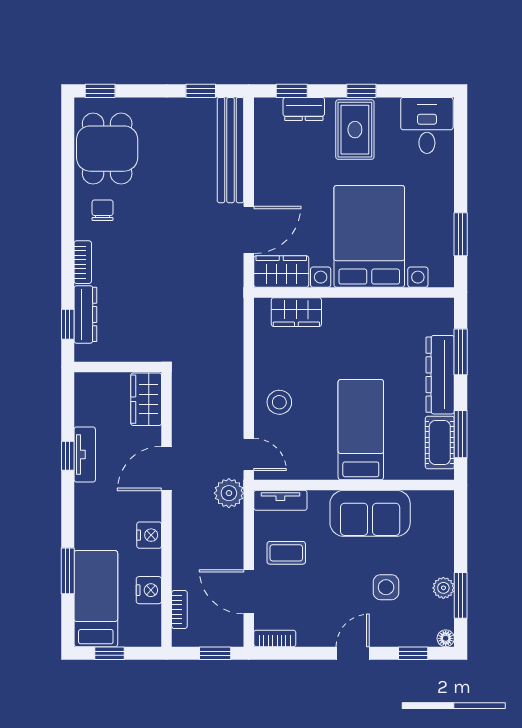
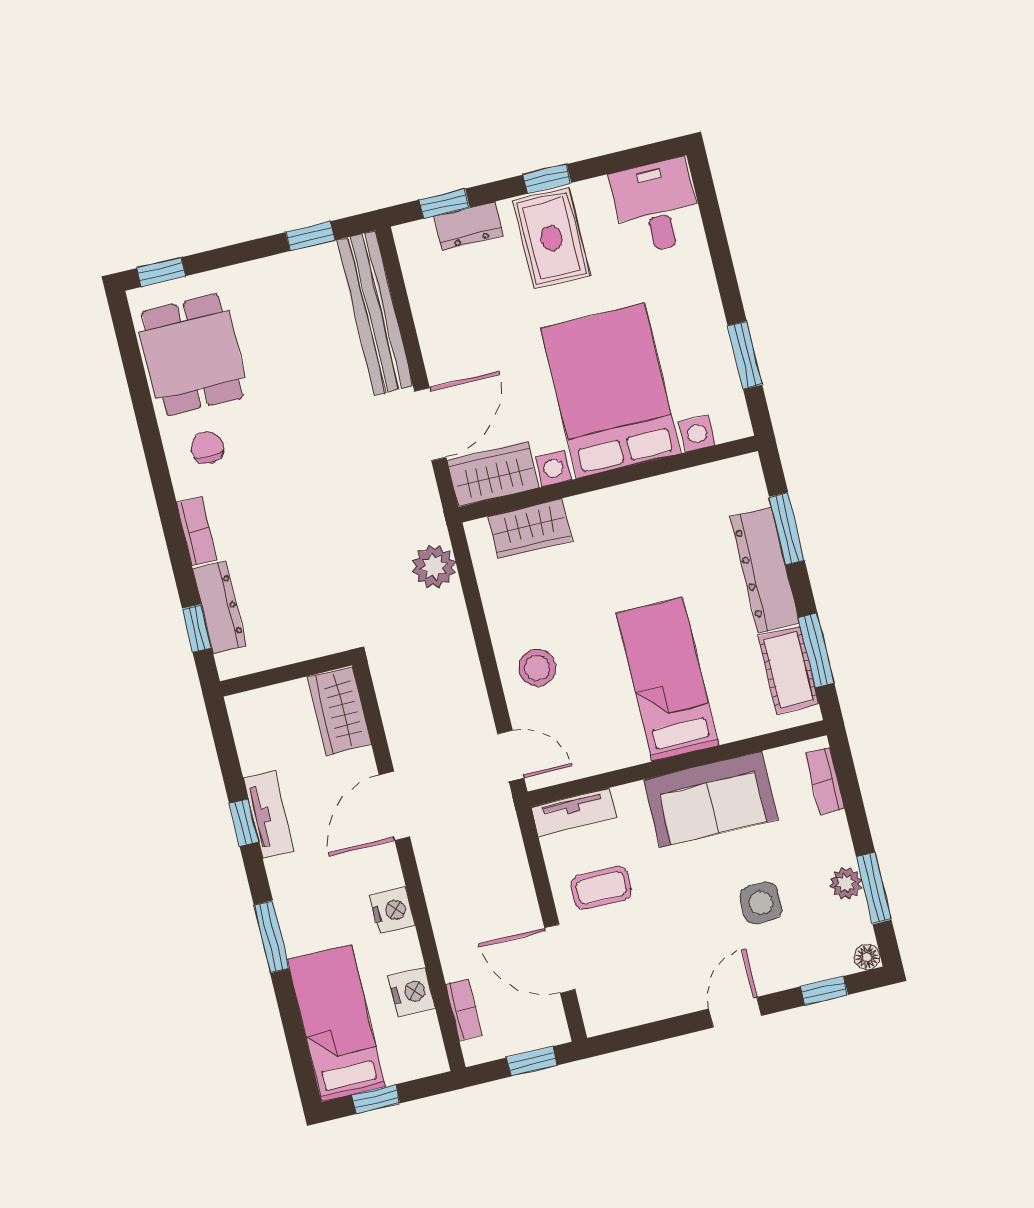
plant: (229, 493) -> (434, 567), moved
window: (68, 571) -> (272, 937), moved
bookcase: (275, 638) -> (825, 781), moved, turned -90

